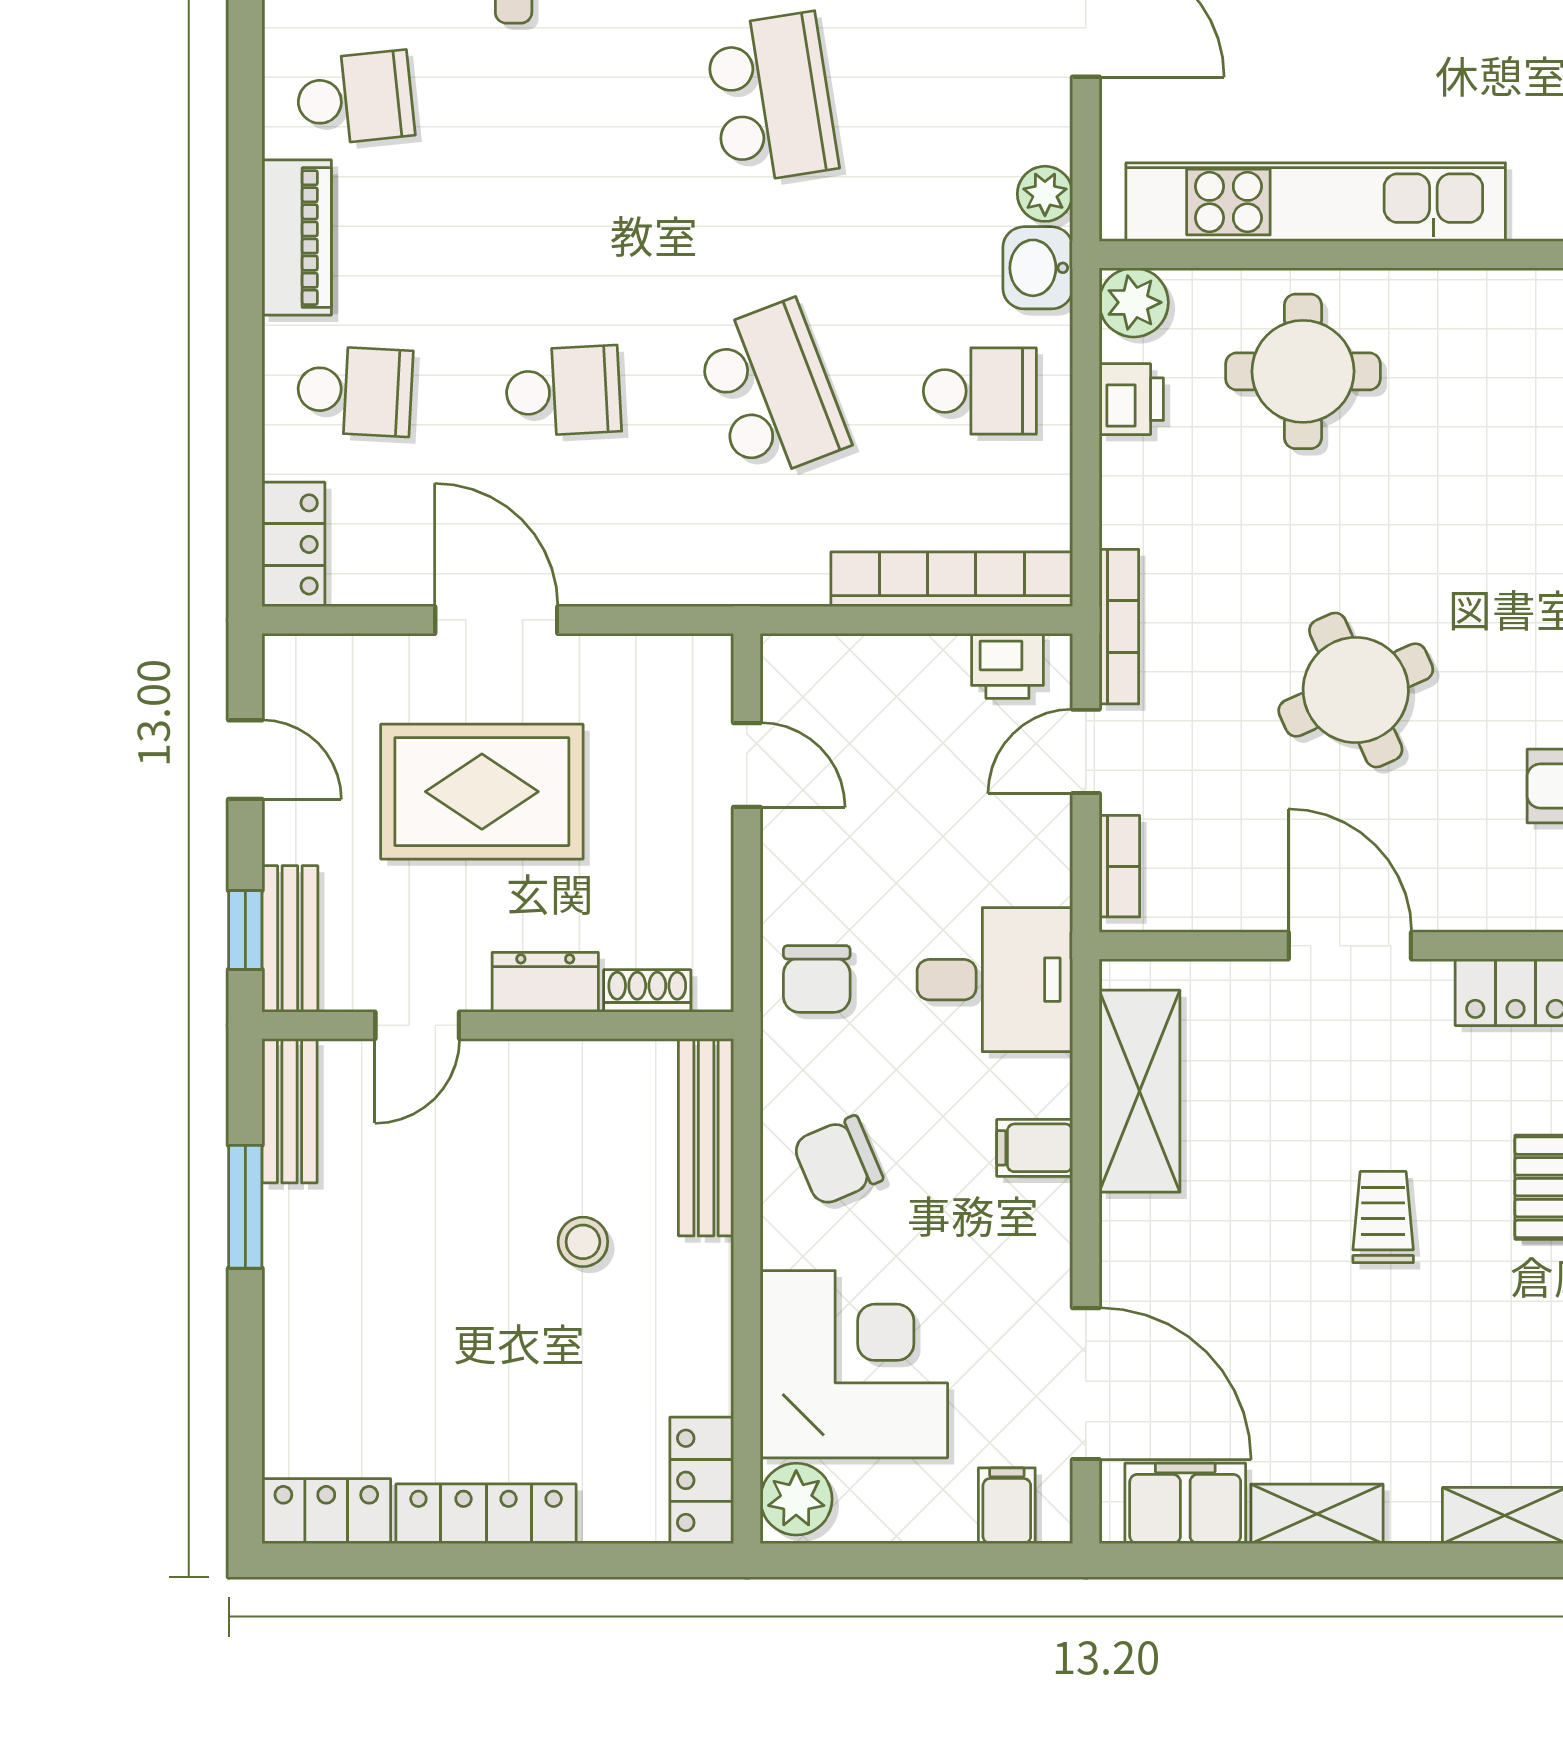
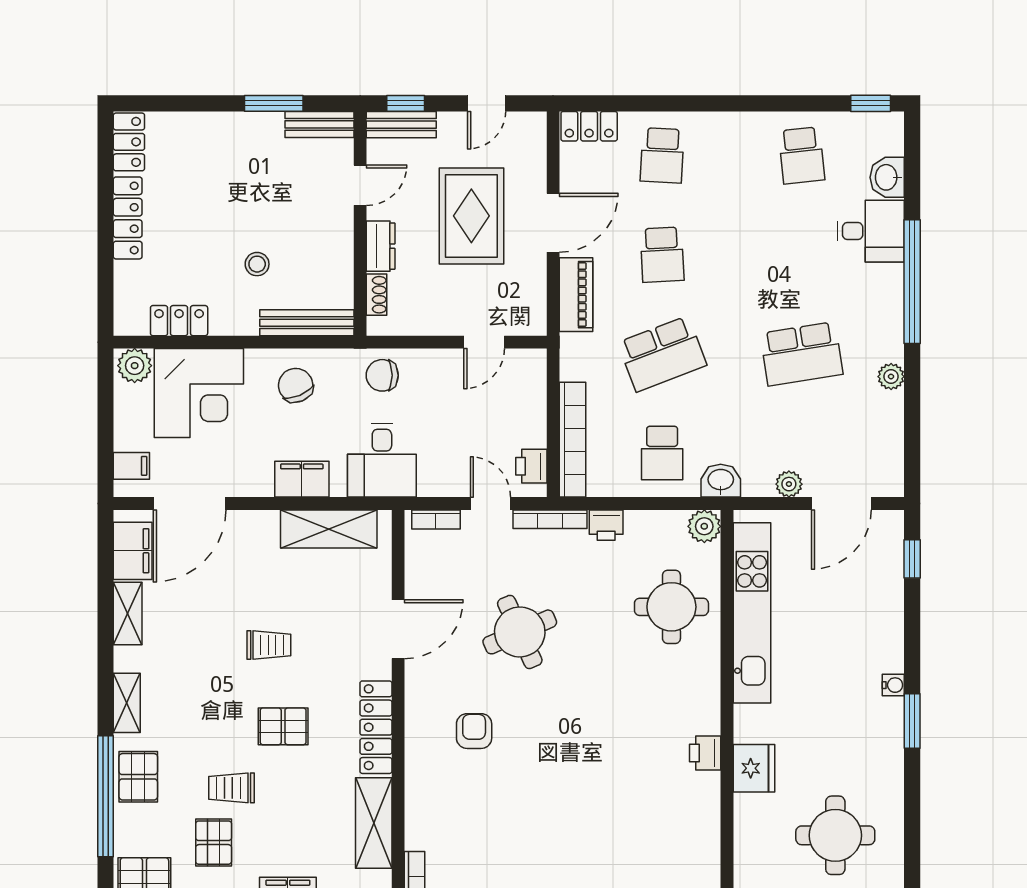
plant: (1045, 194) -> (789, 484), moved
piano: (297, 238) -> (576, 295), moved, turned -90
printer: (1131, 399) -> (606, 525), moved
door: (417, 1025) -> (360, 185), swing flipped
filing cabinet: (1035, 1148) -> (302, 479), width x2.00
locker: (702, 1480) -> (179, 321), moved

